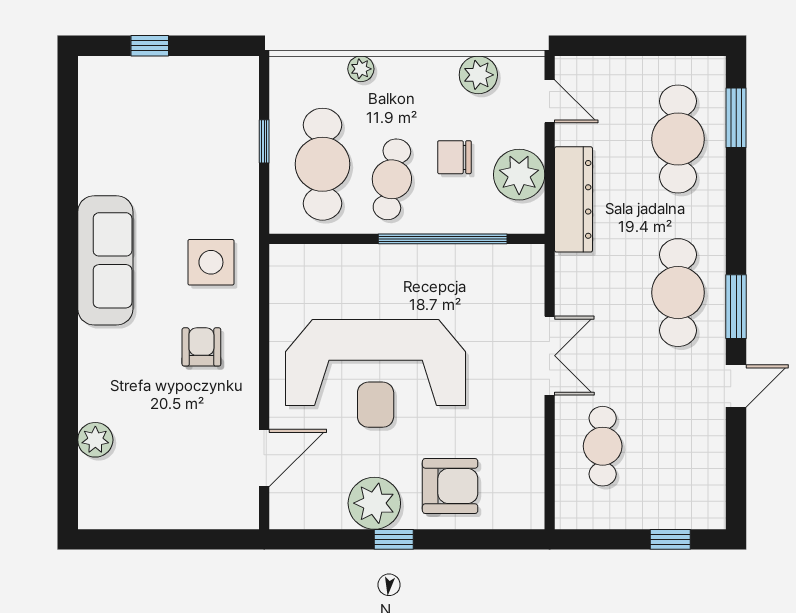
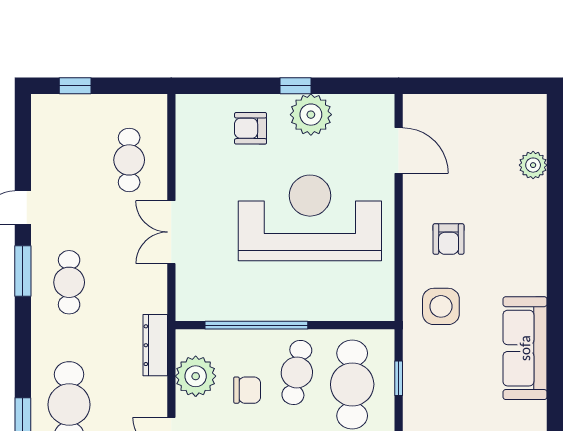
window: (264, 141) -> (399, 378), moved
dresser: (573, 199) -> (155, 345), width x0.73, depth x0.80
sofa: (105, 260) -> (525, 348), moved
cafe table: (678, 293) -> (69, 282), width x0.73, depth x0.74
door: (264, 458) -> (399, 151), swing flipped
armchair: (450, 486) -> (251, 128), width x0.72, depth x0.72

